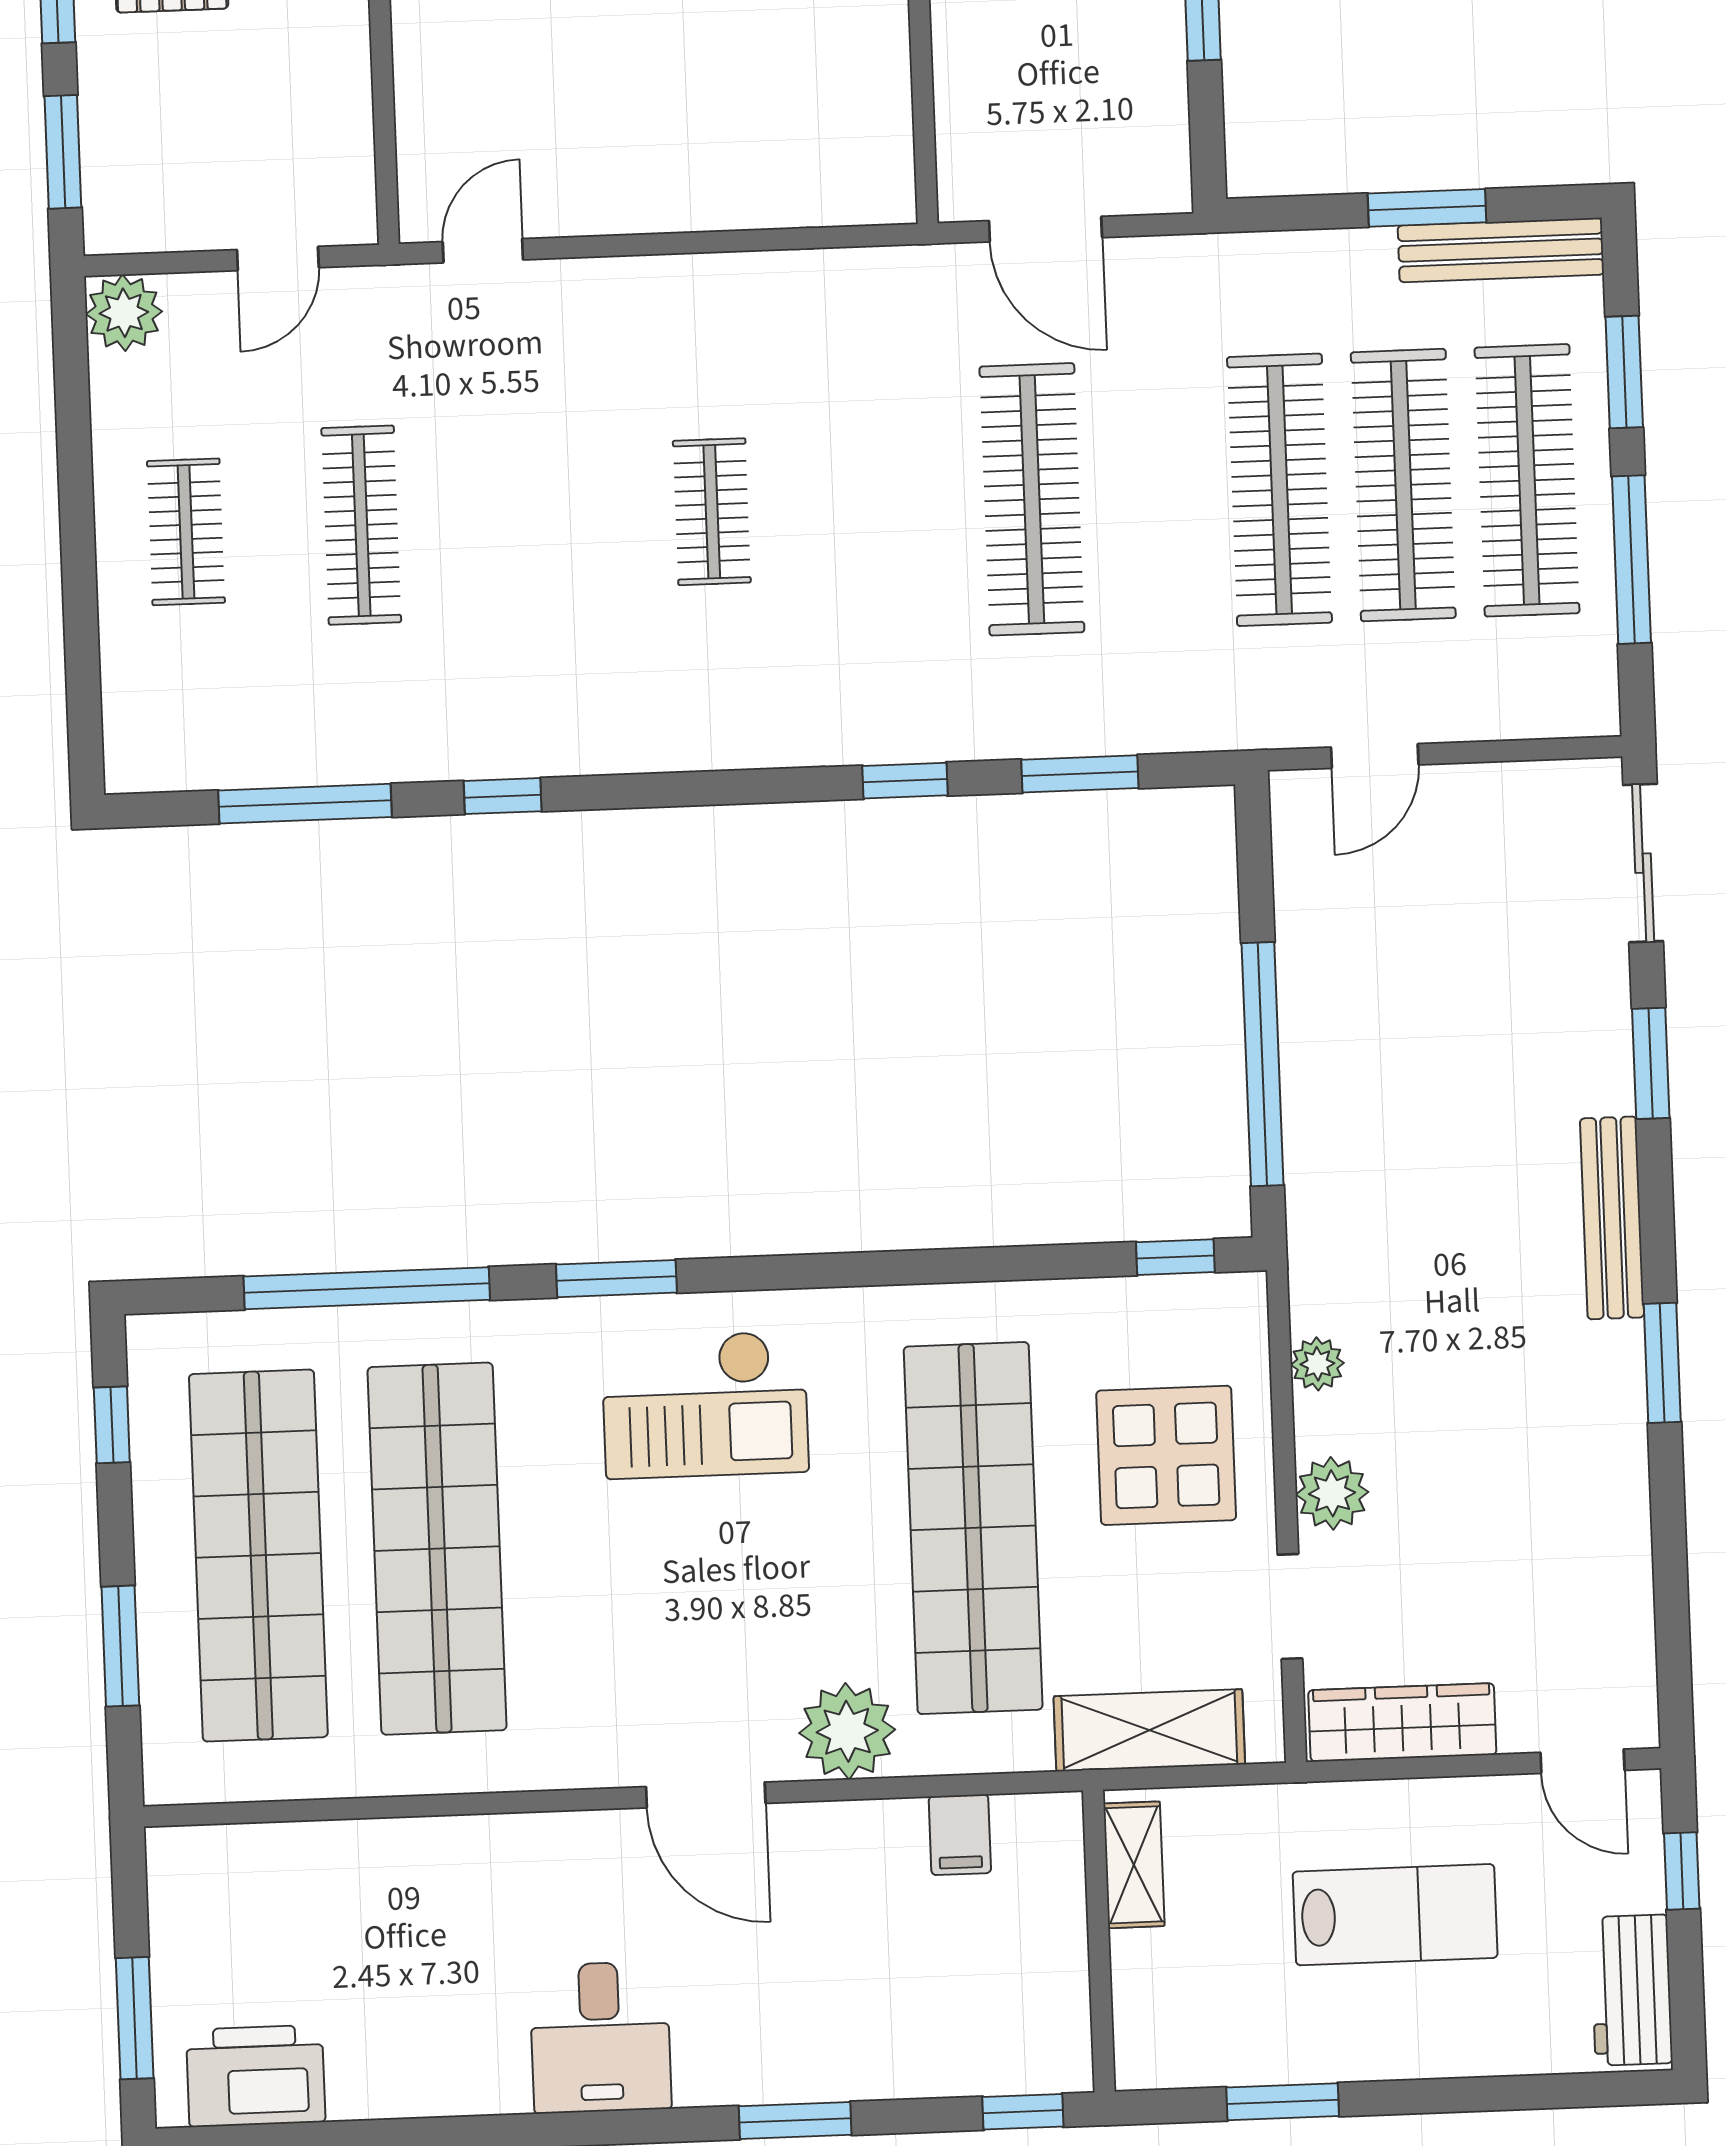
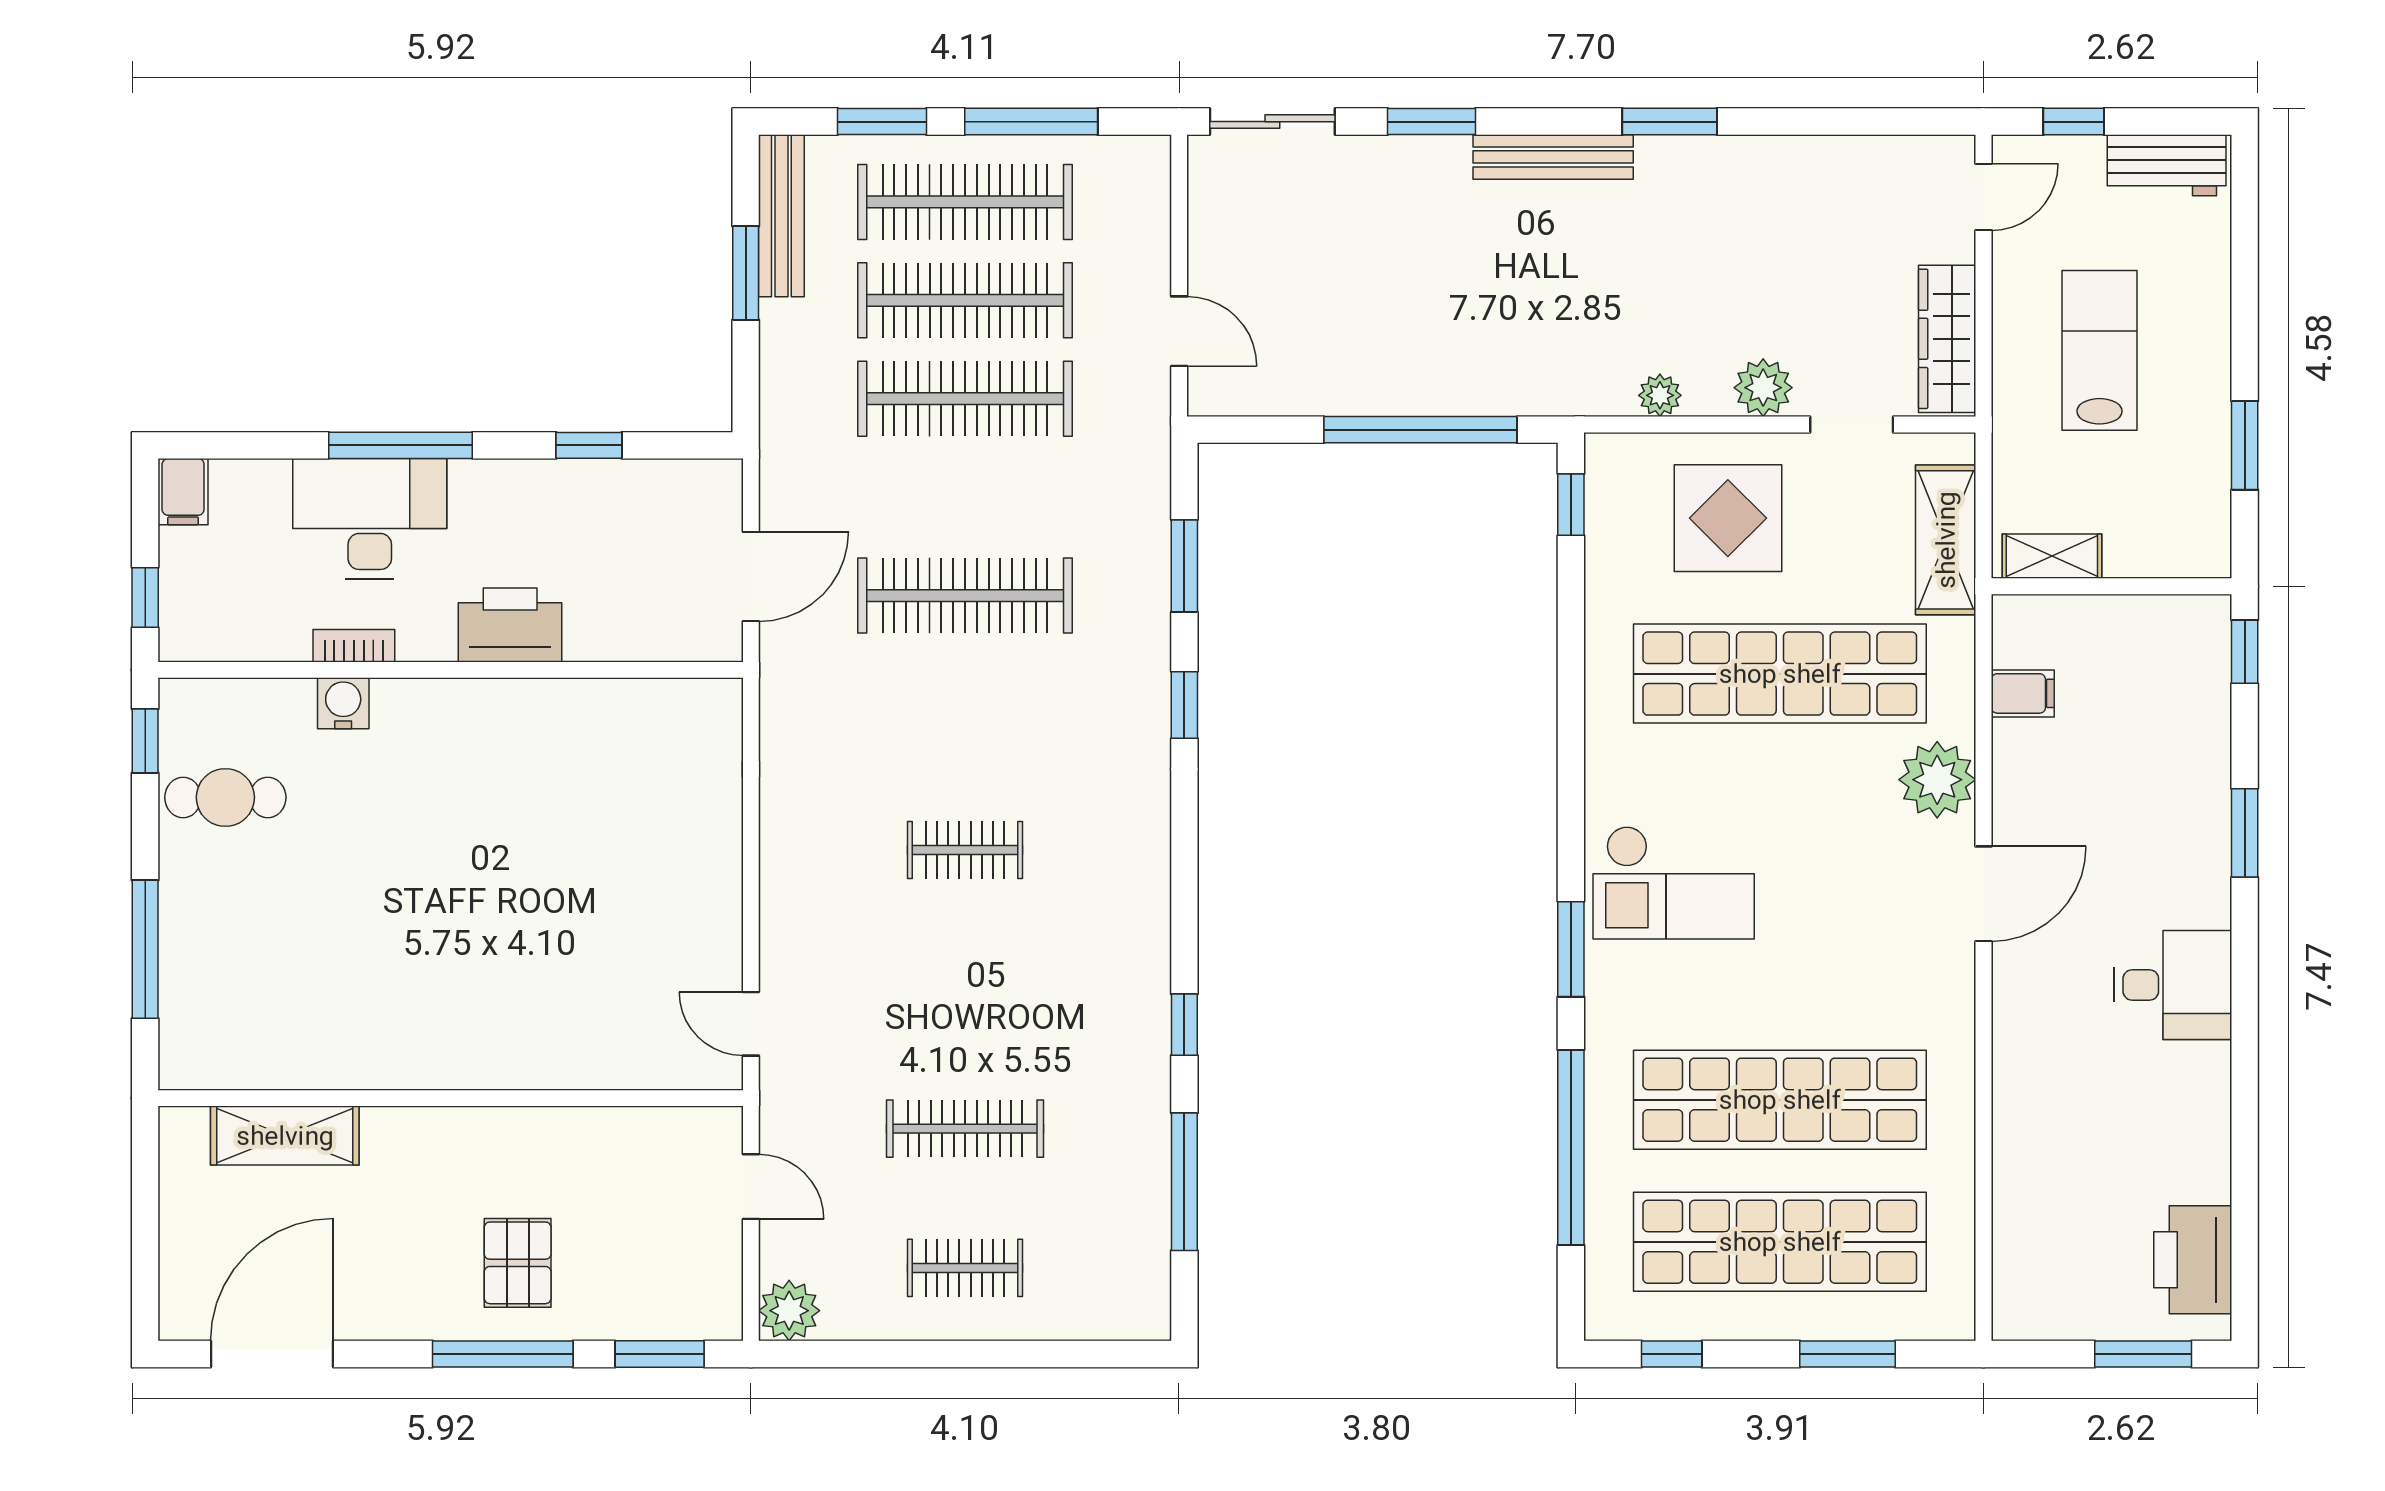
checkout: (705, 1405) -> (1674, 883), turned 90

